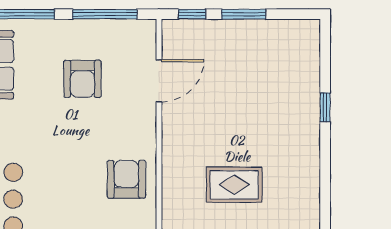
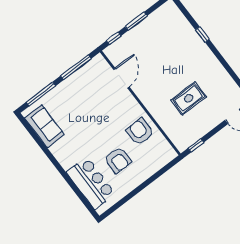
armchair: (82, 79) -> (118, 160), moved

